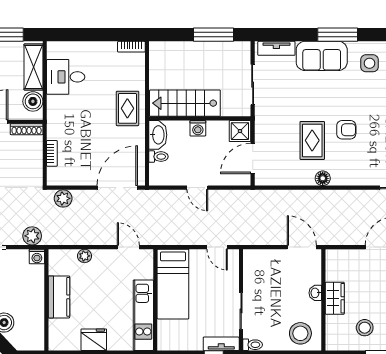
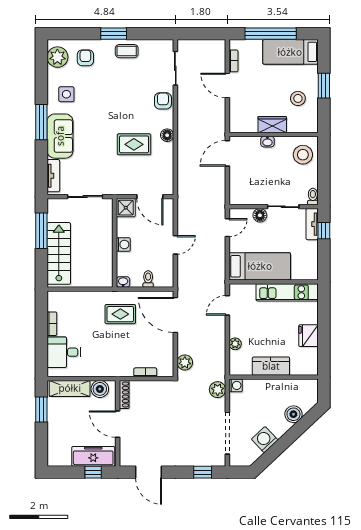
bookcase: (131, 47) -> (52, 324), moved
desk: (66, 77) -> (64, 352), moved, turned 90
stairs: (185, 103) -> (59, 253), moved, turned 180
rug: (127, 108) -> (120, 314), moved
armchair: (346, 130) -> (163, 101), moved
washbasin: (158, 135) -> (123, 282), width x0.52, depth x0.69
floor lamp: (231, 284) -> (260, 215), added

